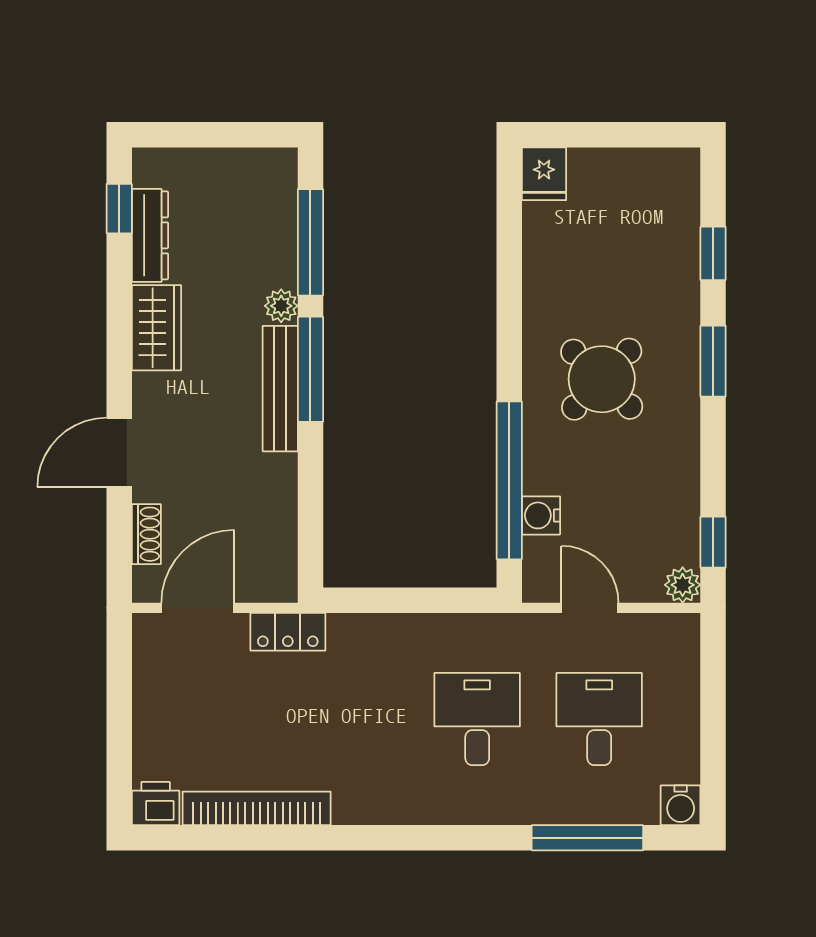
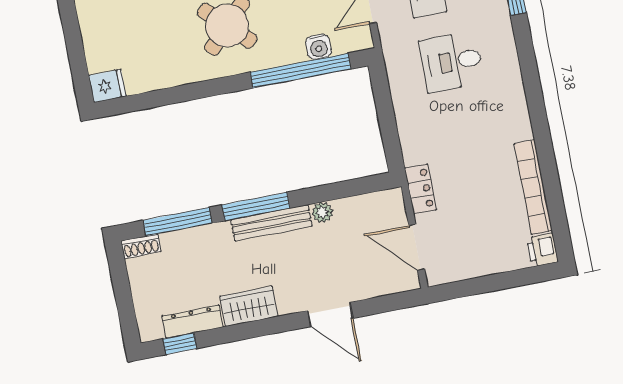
plant: (281, 306) -> (322, 212), moved
shoe rack: (146, 534) -> (141, 246), moved, turned 180

